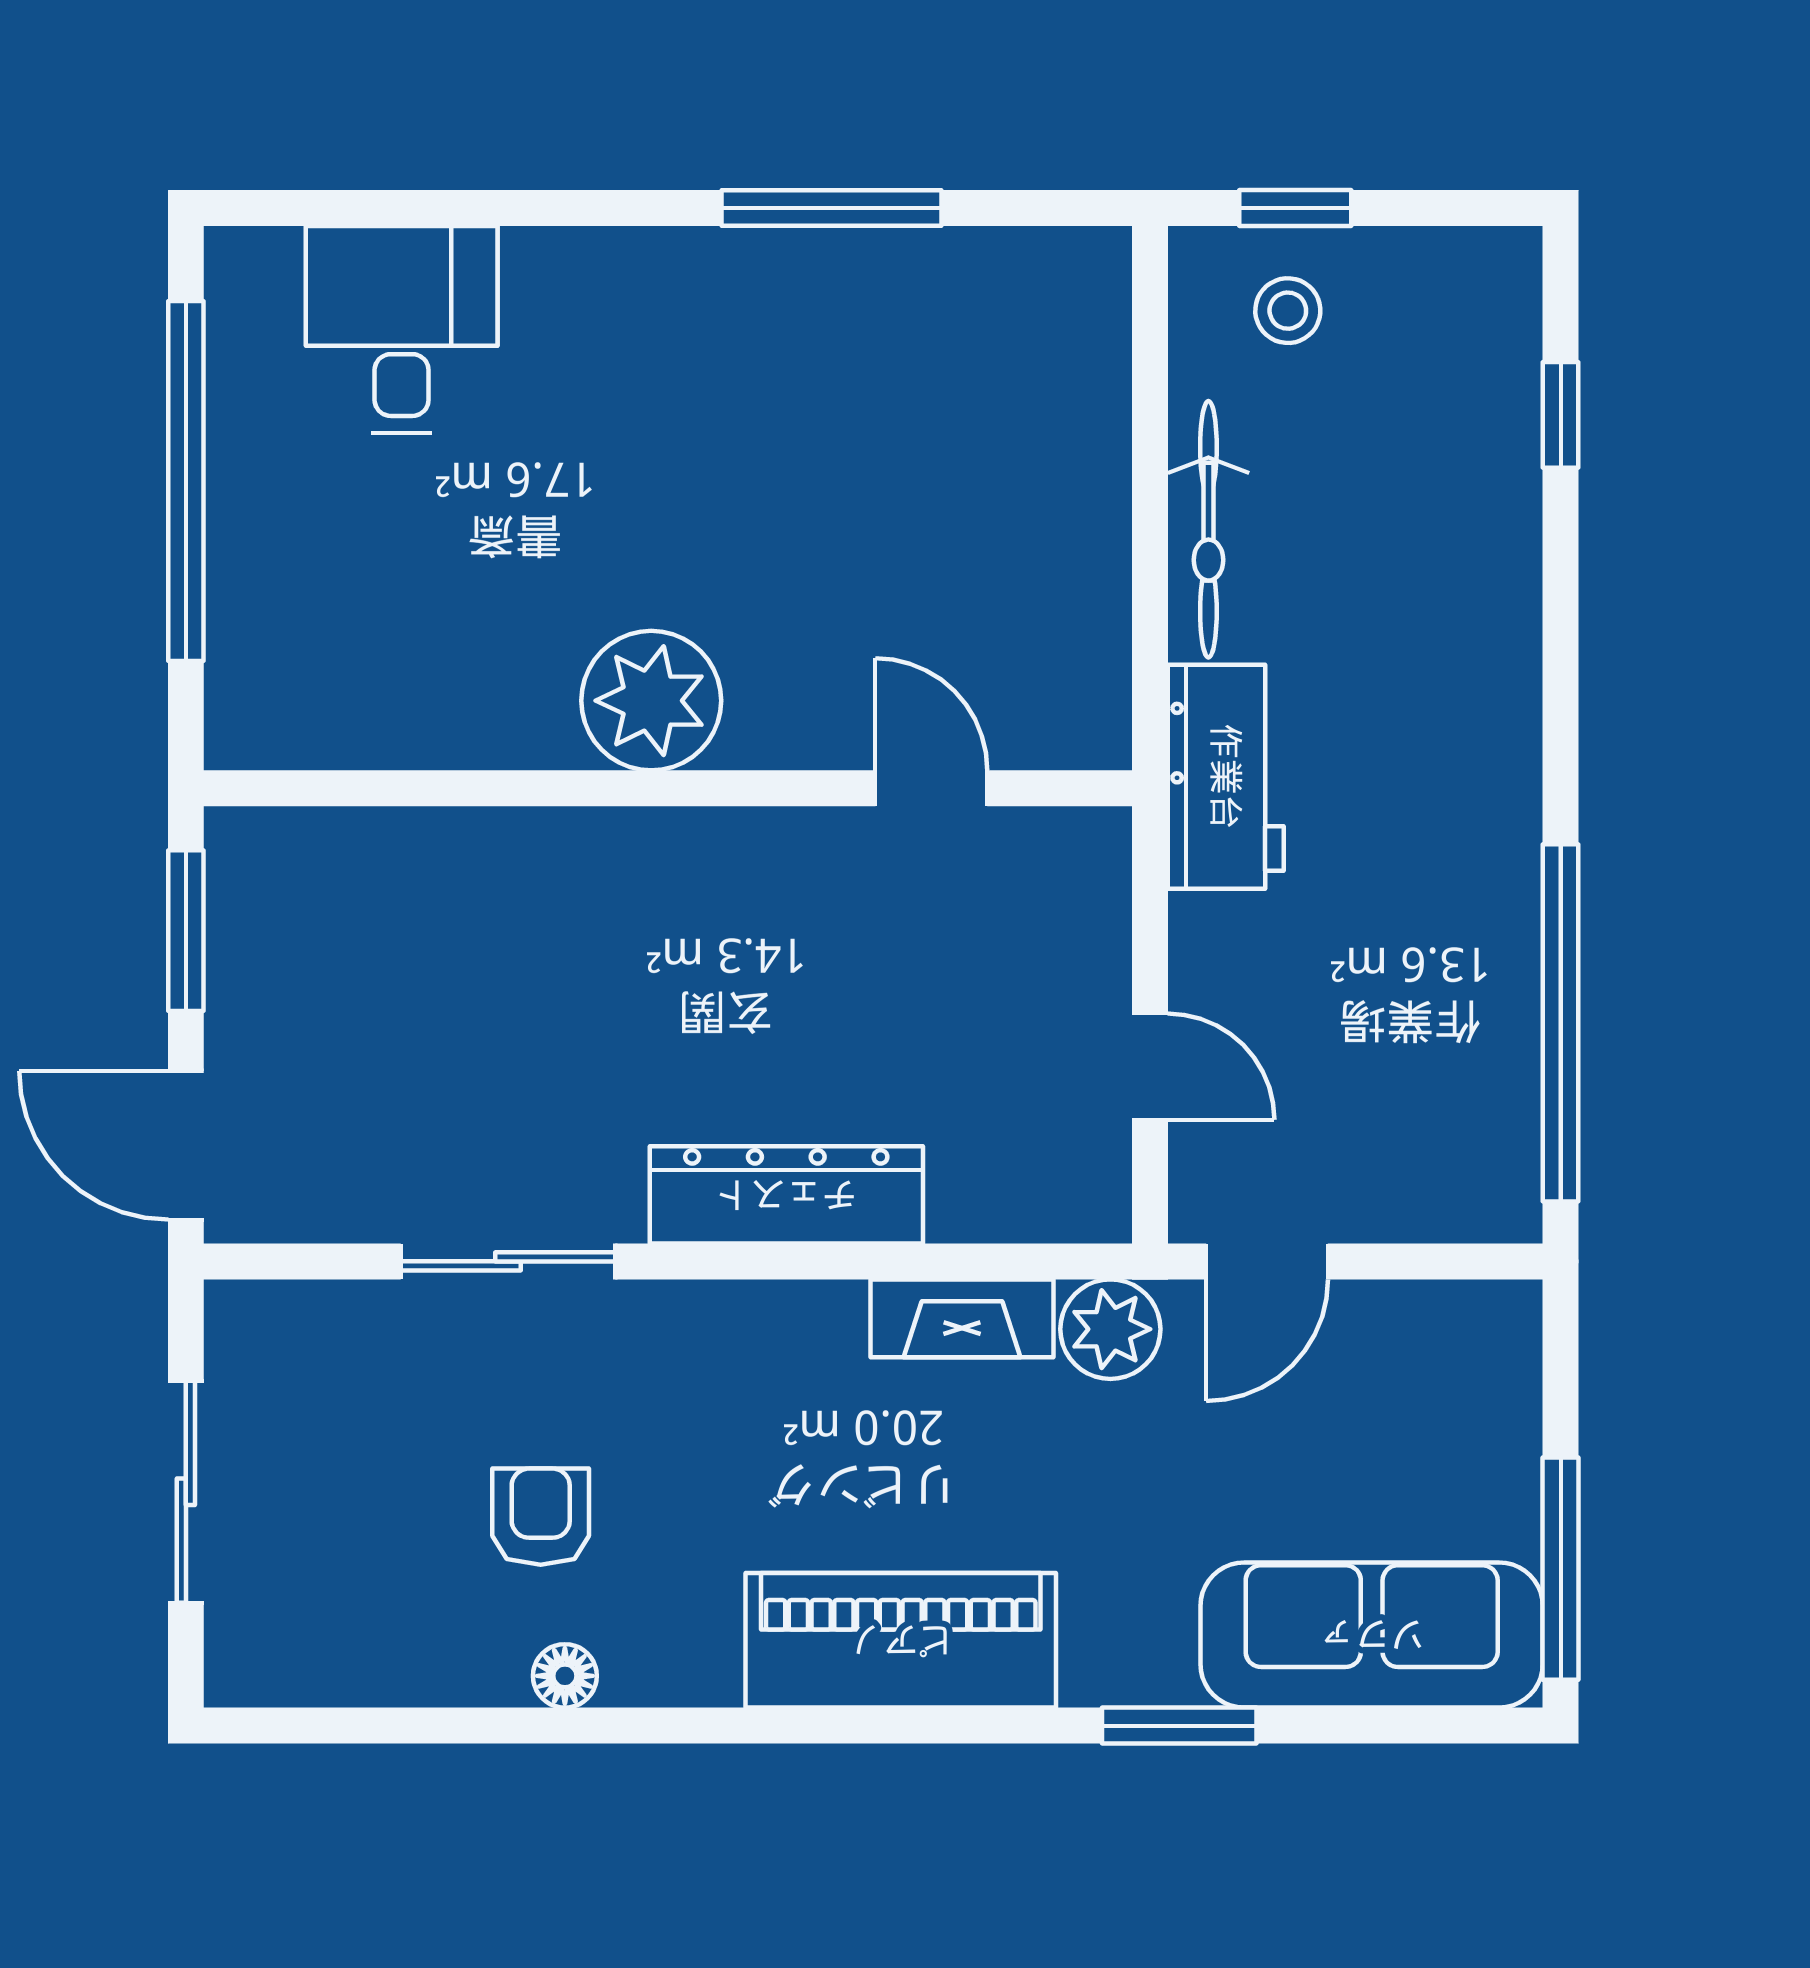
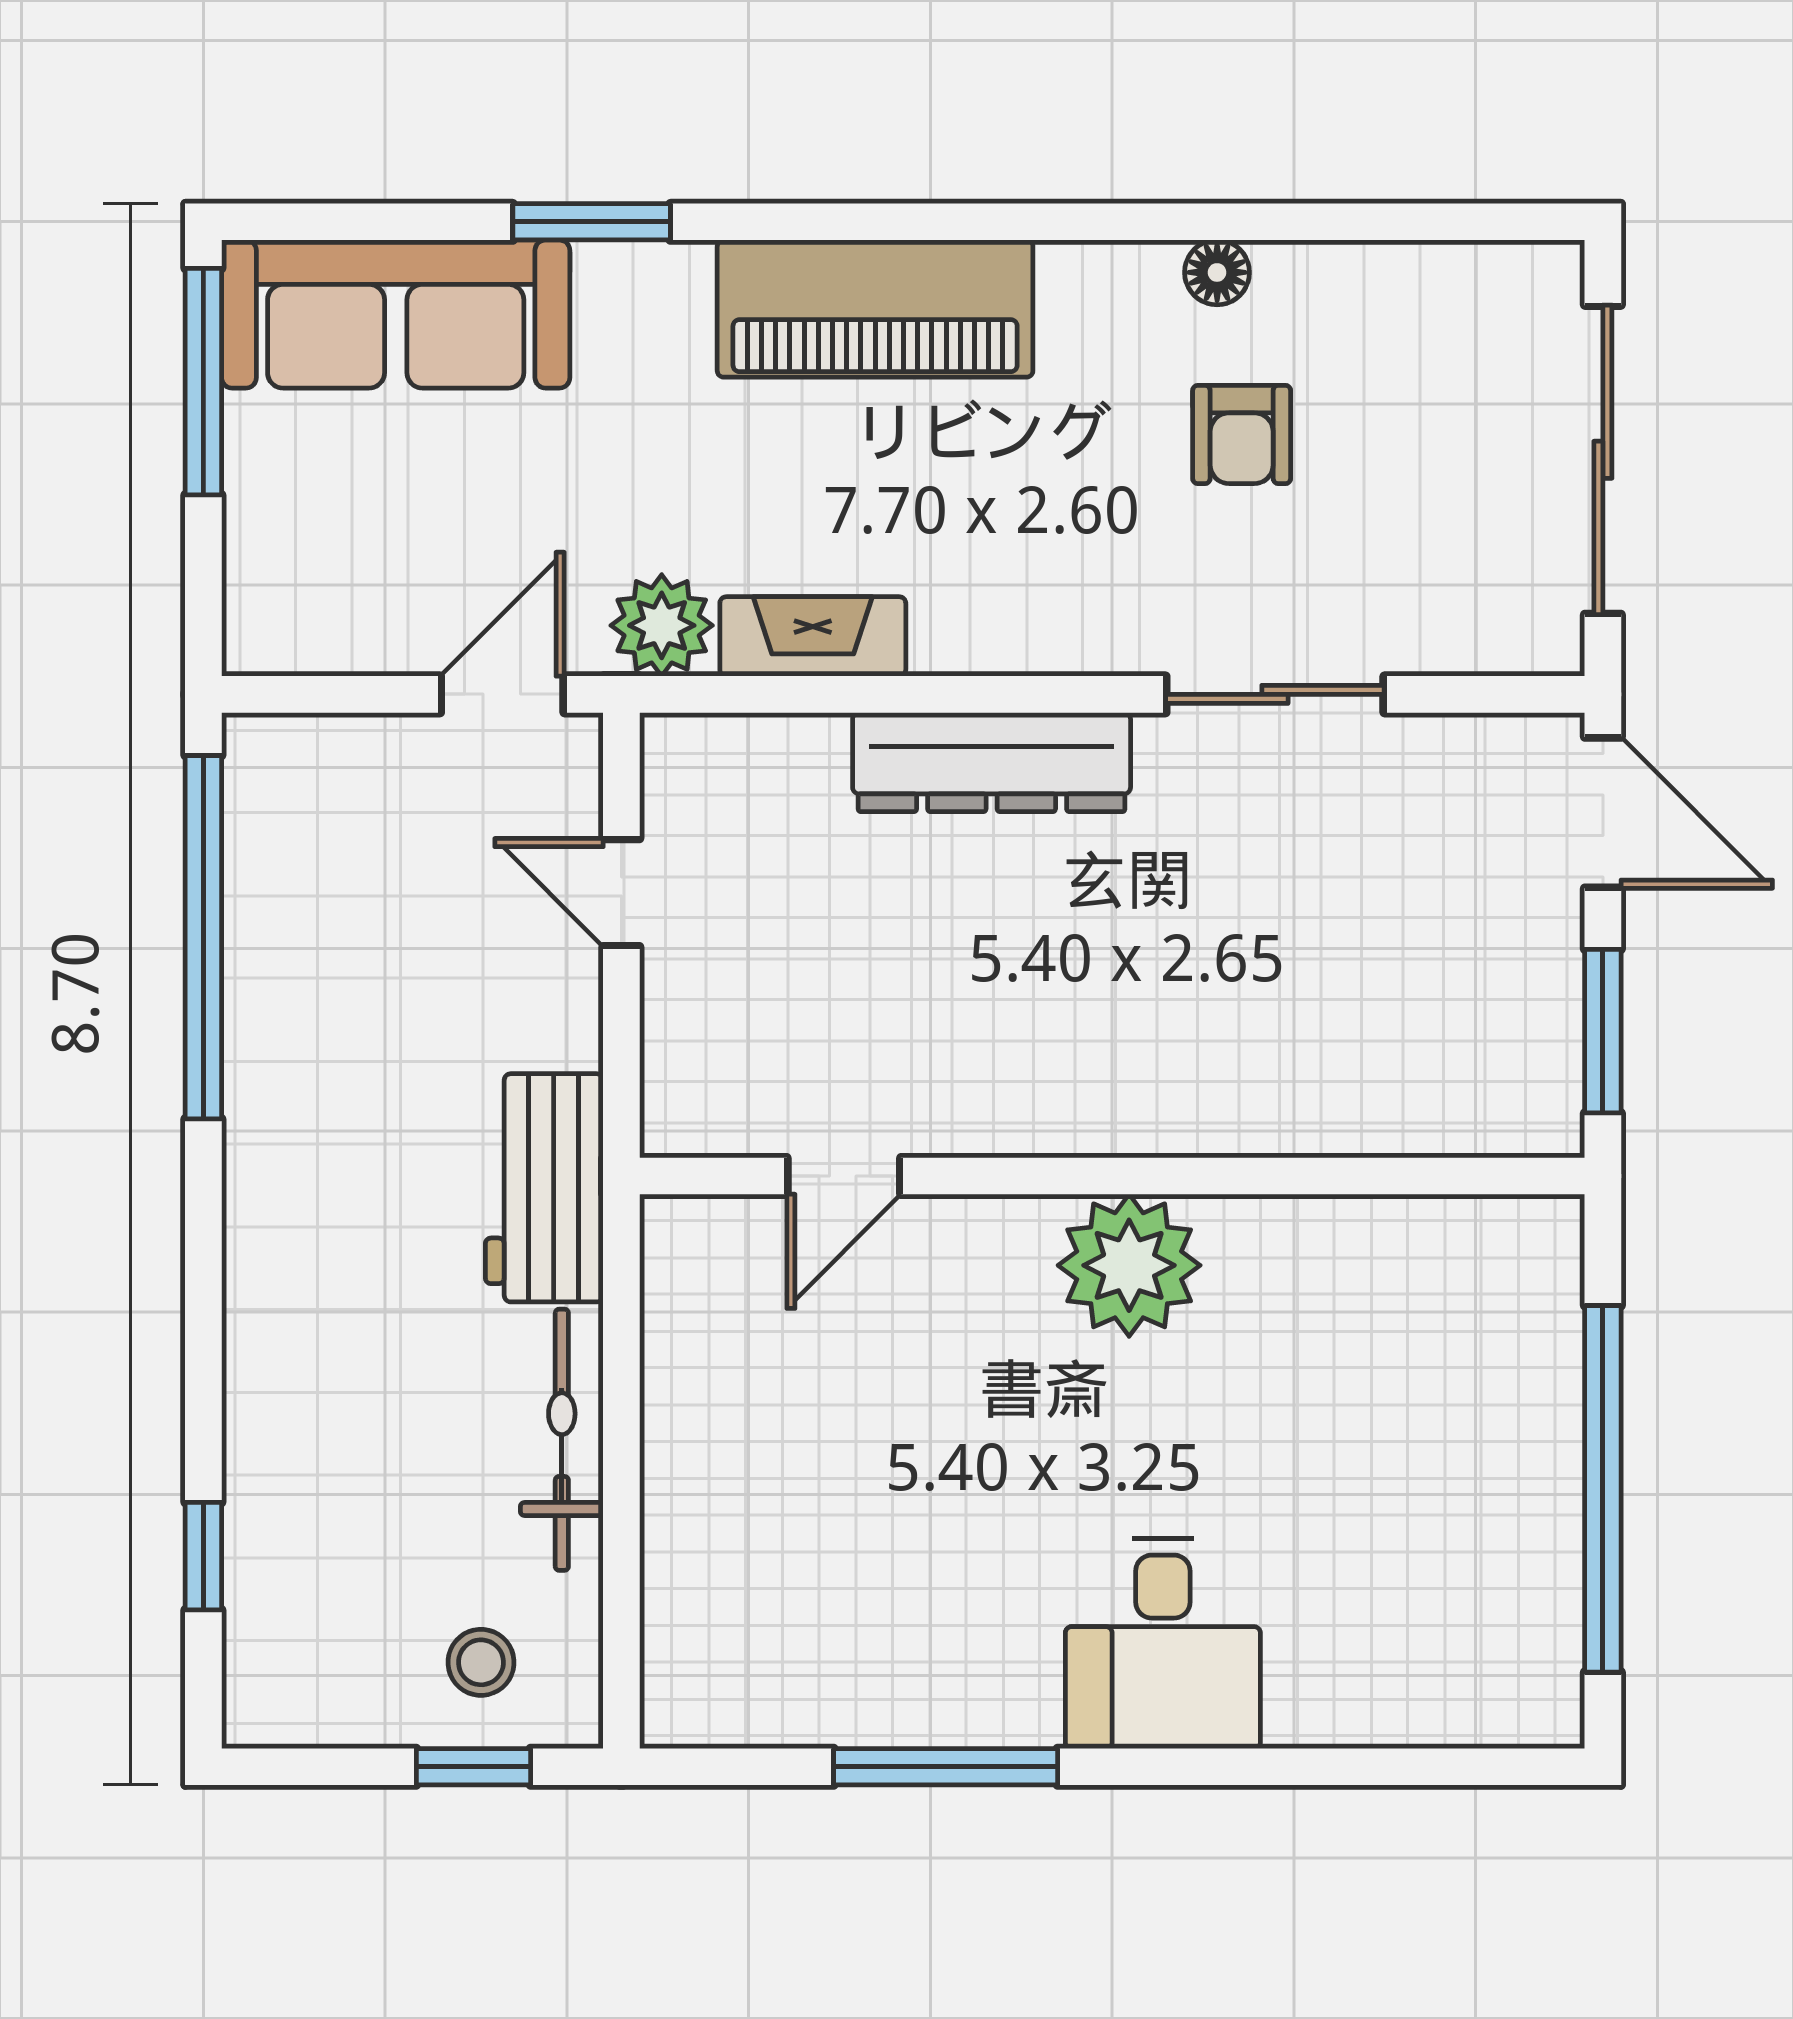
desk: (402, 329) -> (1163, 1643), moved
door: (931, 788) -> (844, 1176), hinge flipped
sliding door: (186, 1492) -> (1603, 460), width x1.37

